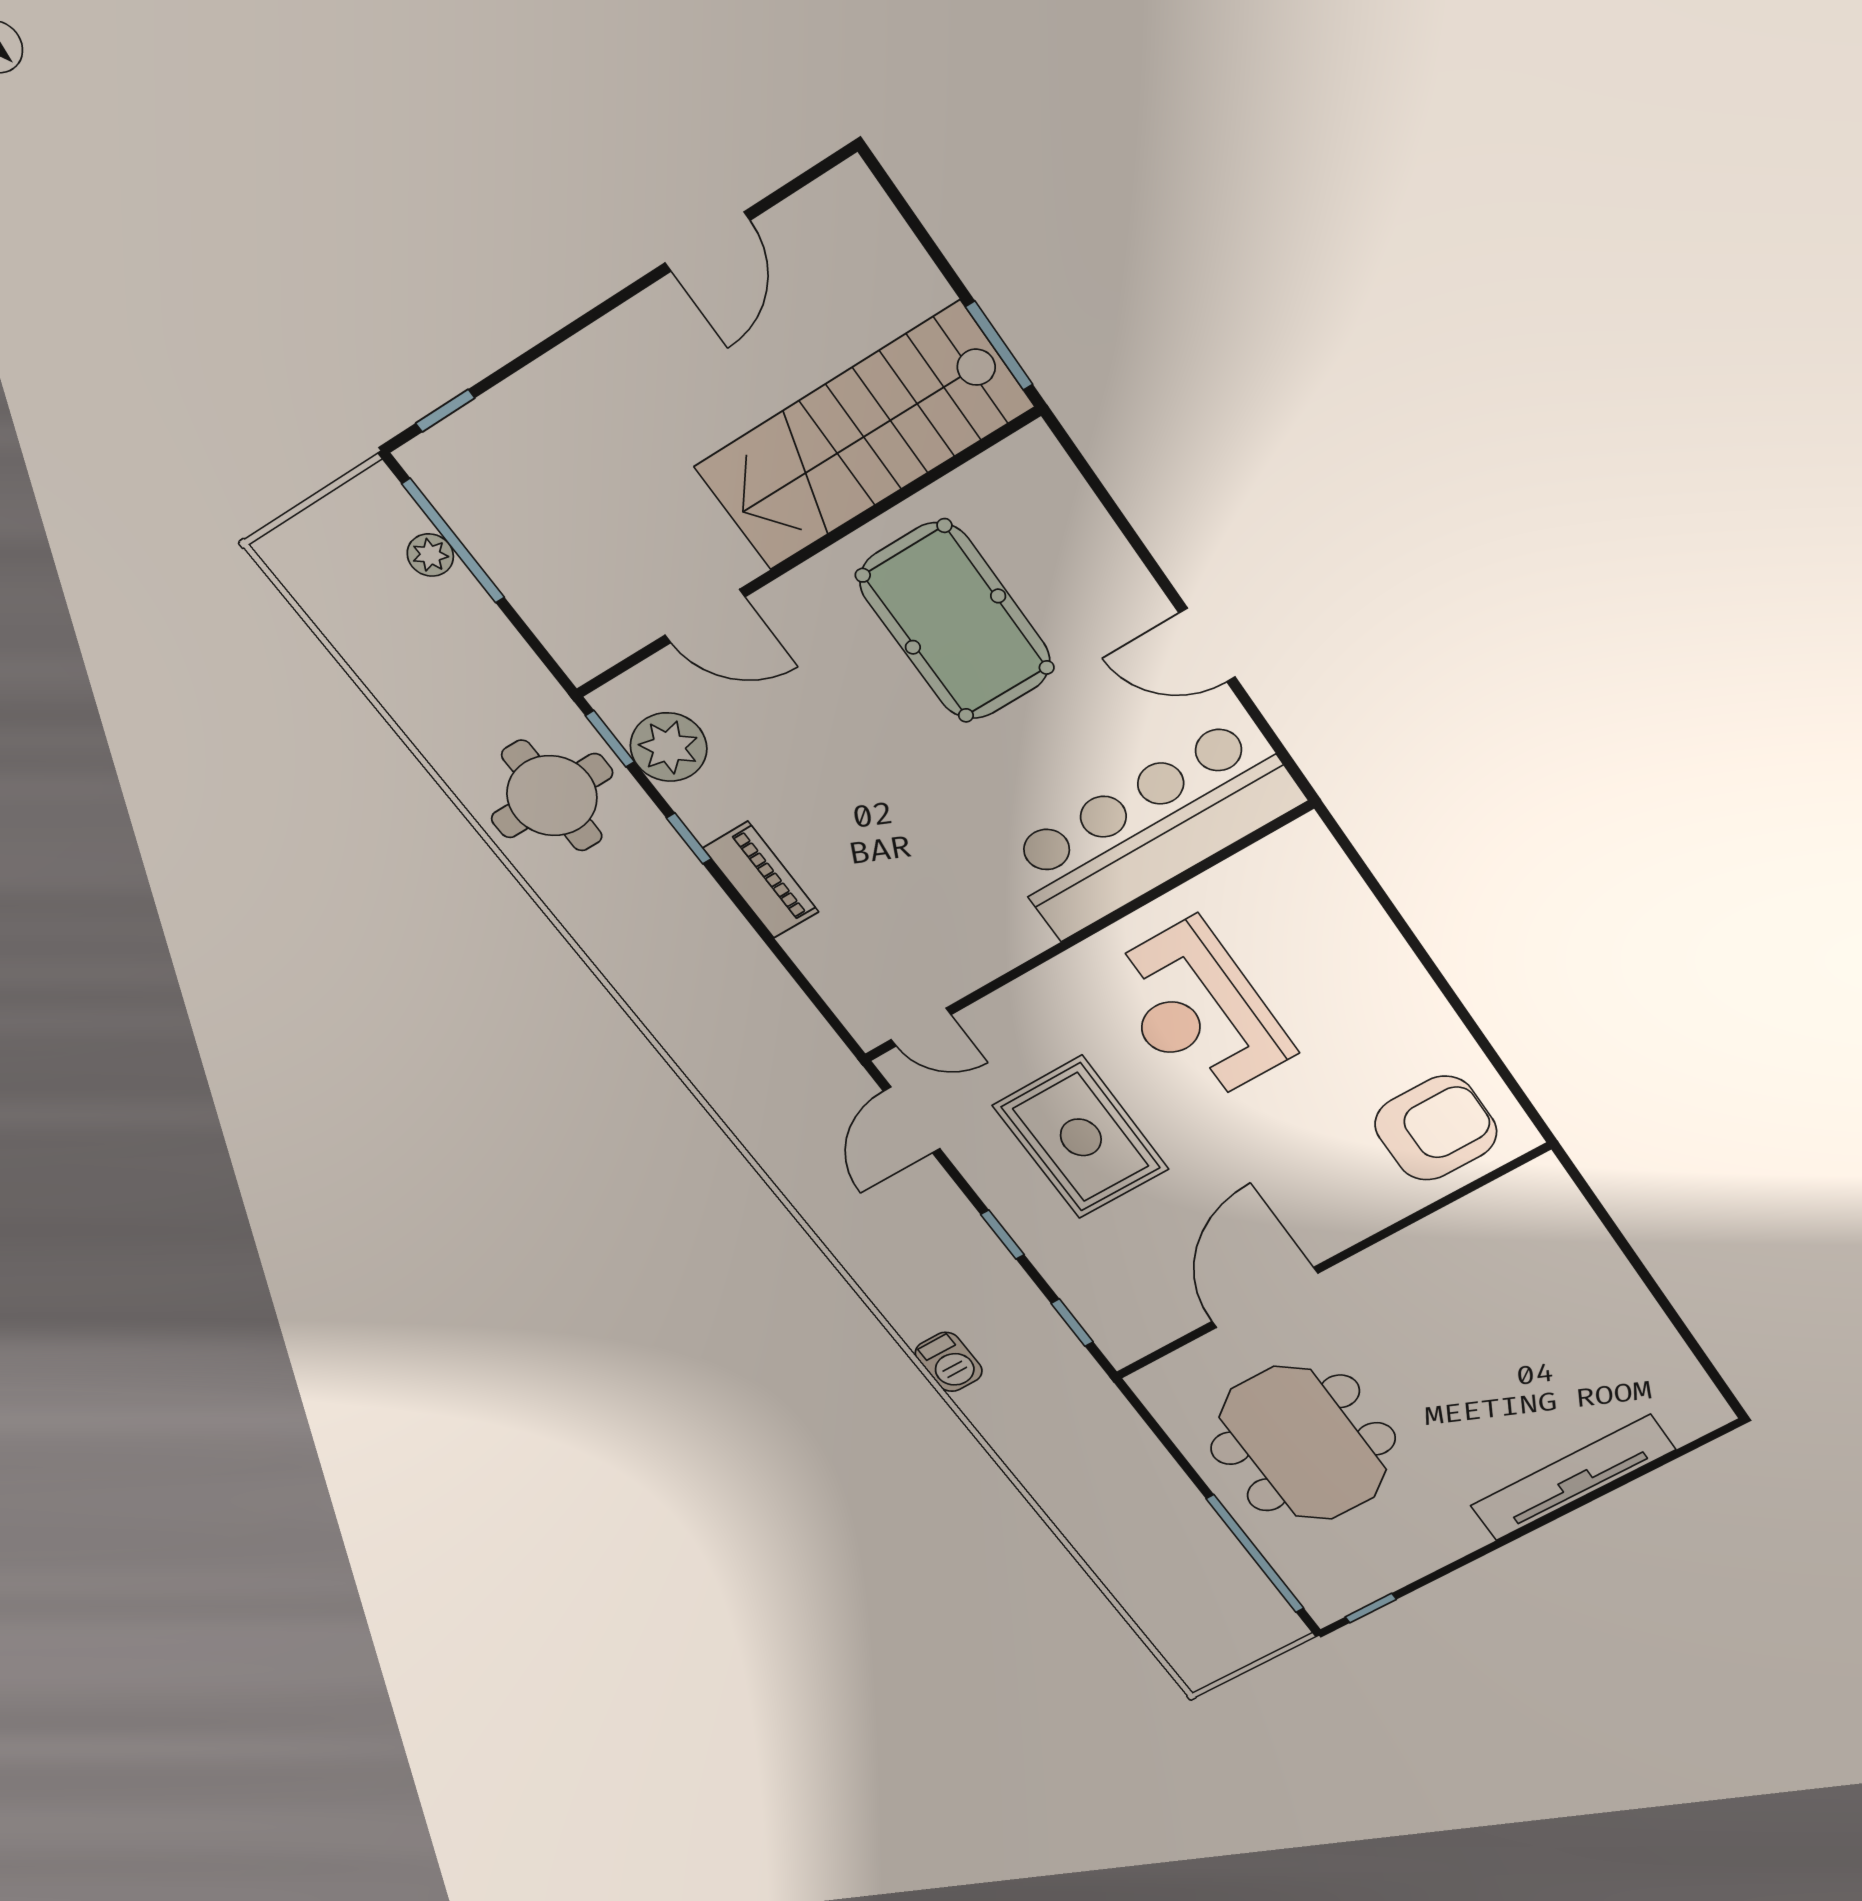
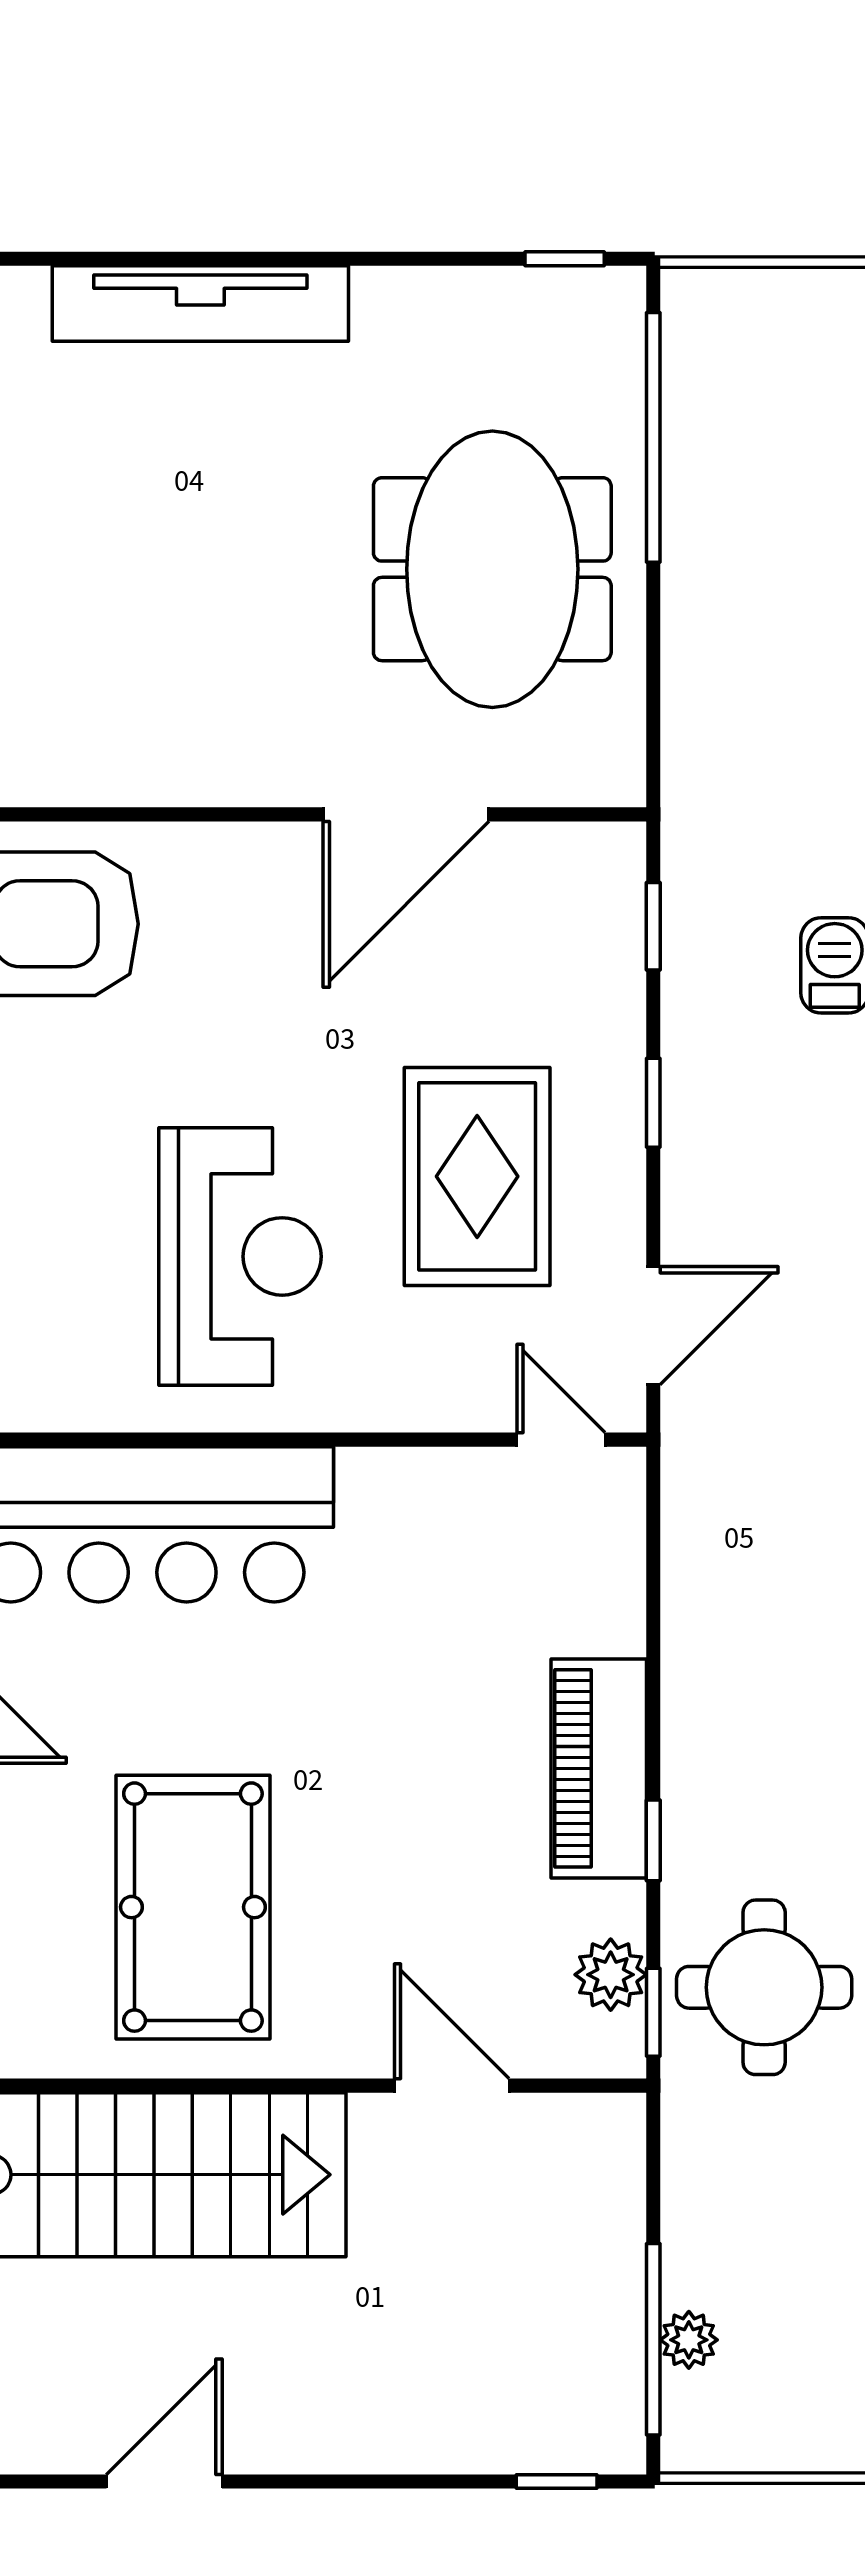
plant: (669, 747) -> (611, 1975), width x0.73, depth x0.73
piano: (761, 880) -> (599, 1768), width x1.37, depth x1.33

